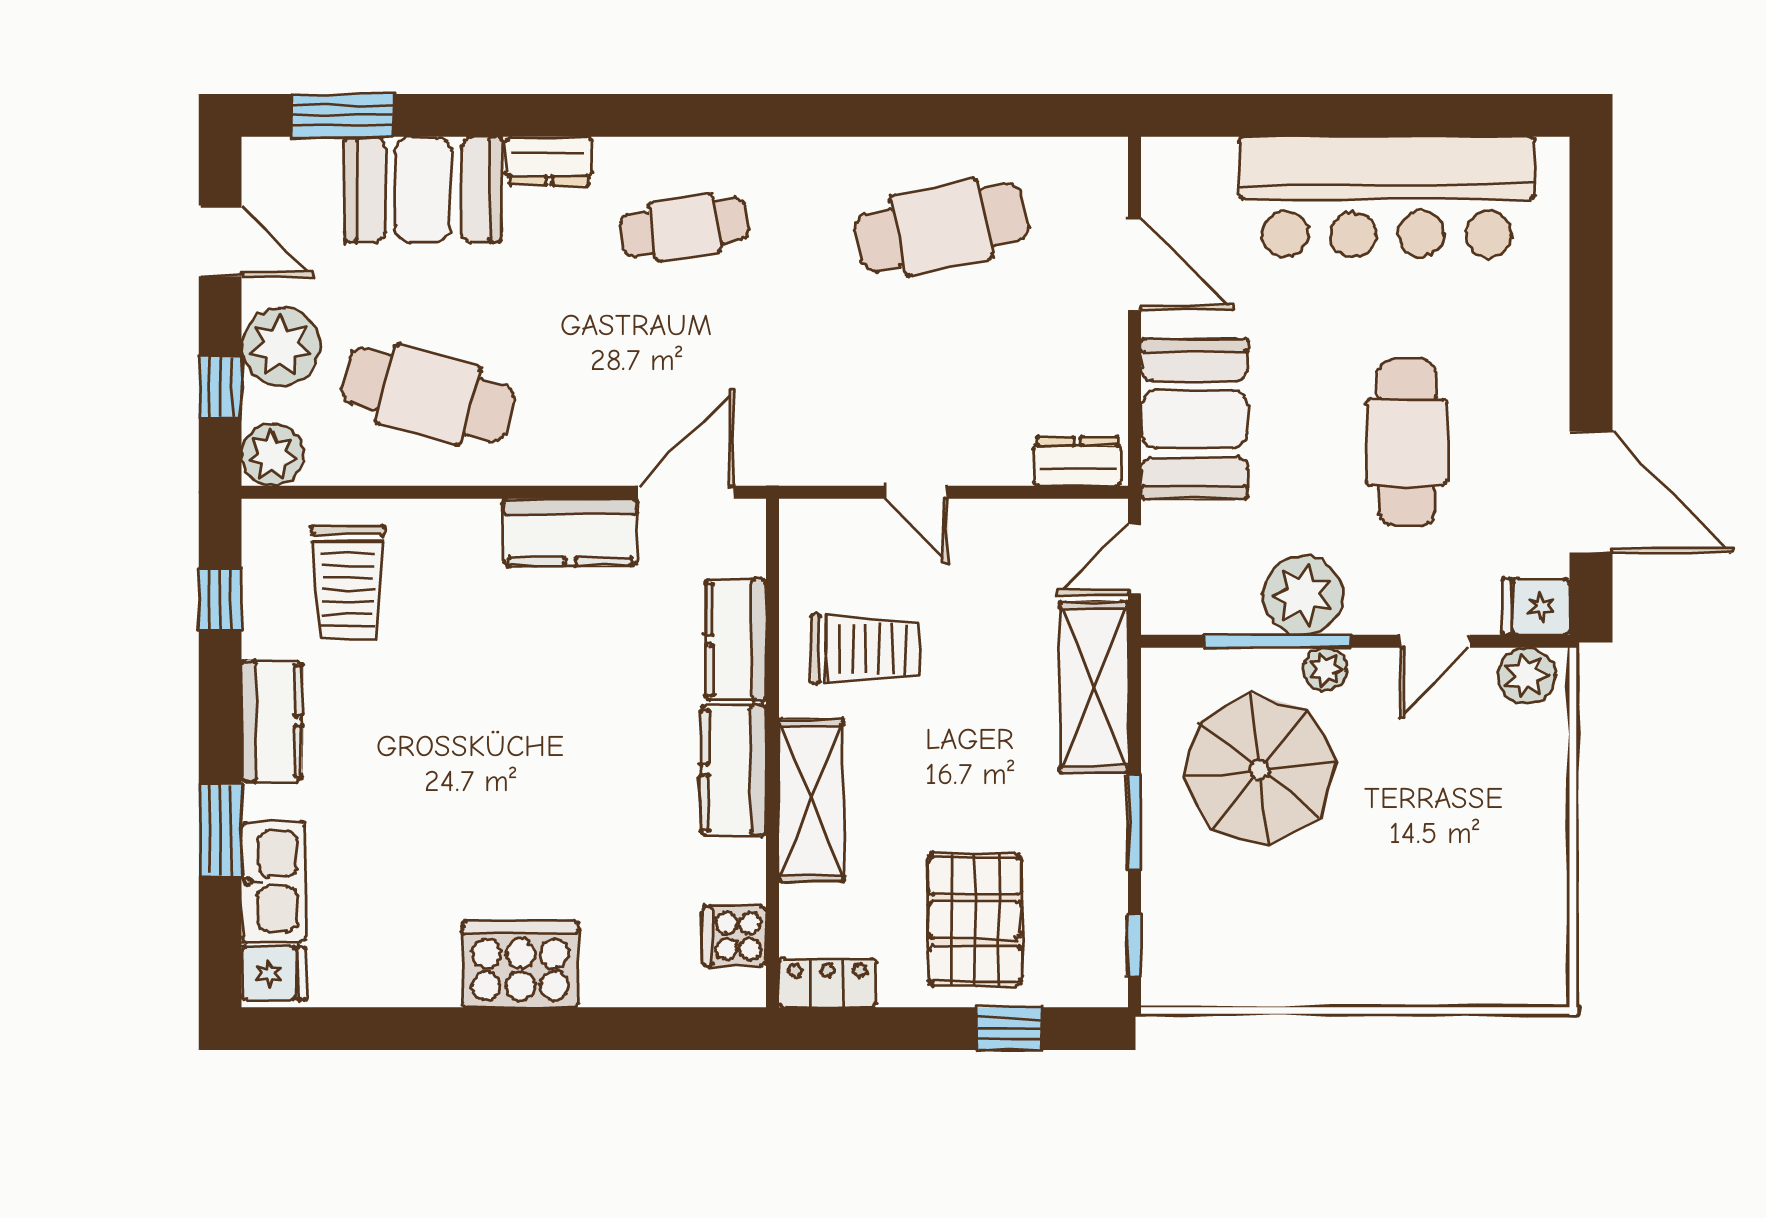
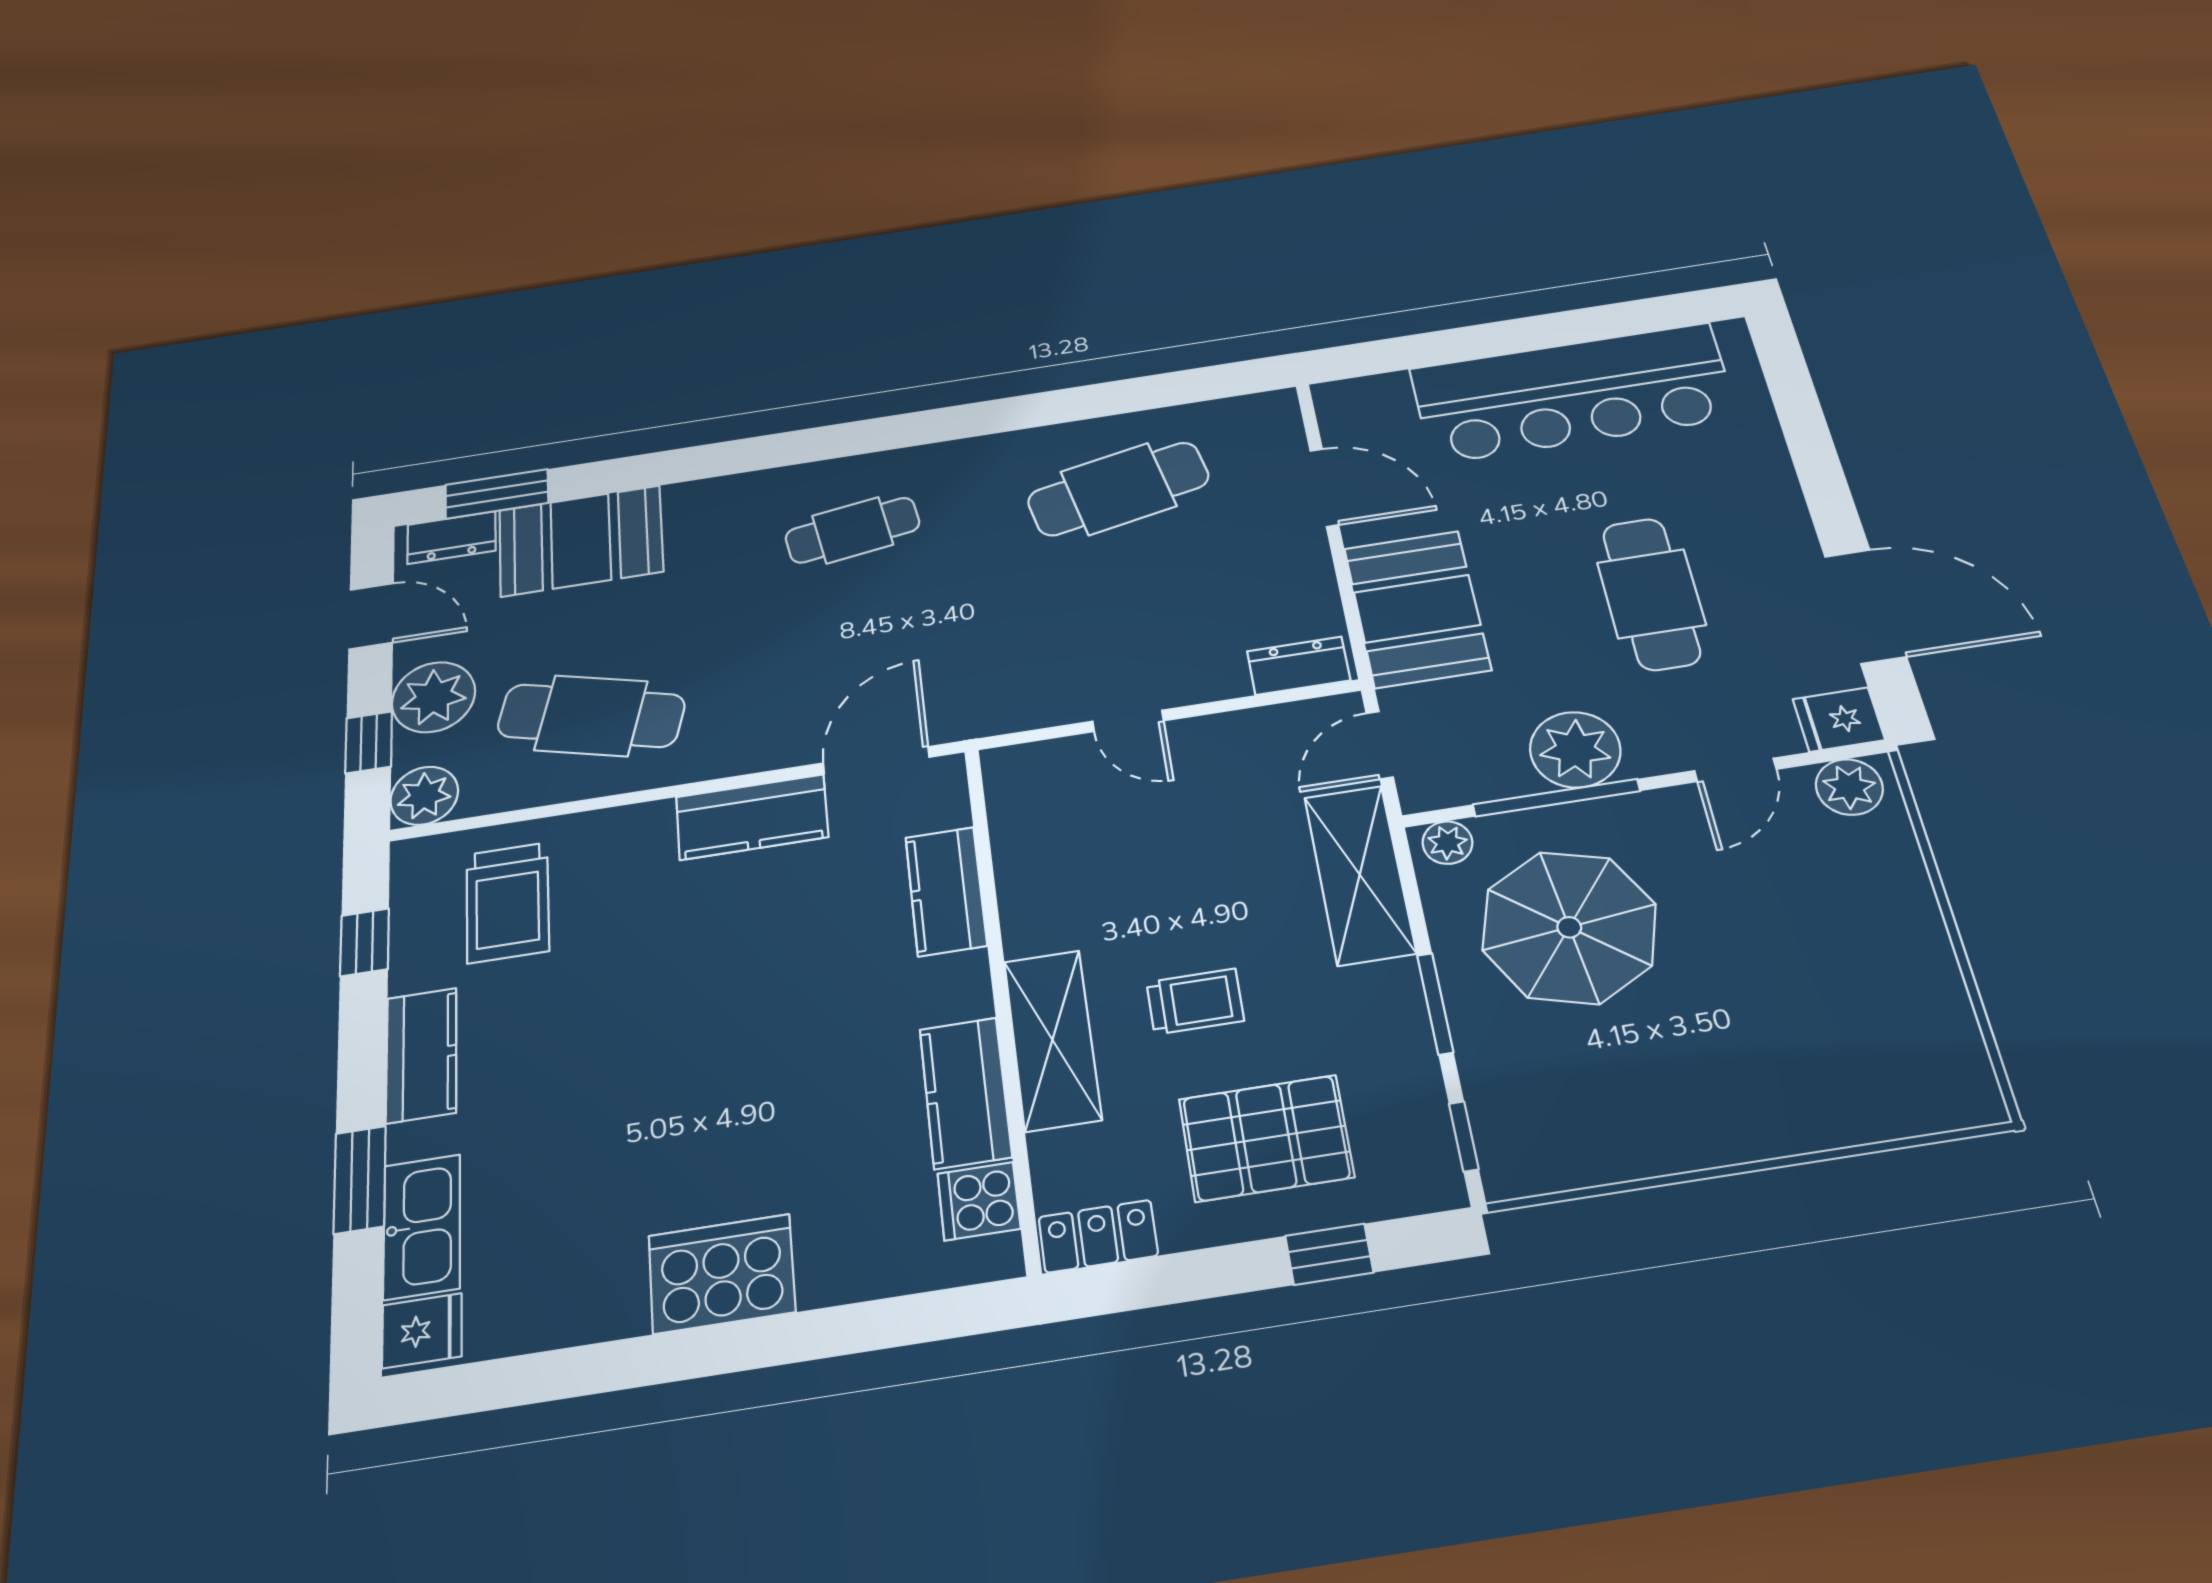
dresser: (549, 161) -> (452, 538), moved
trolley: (865, 649) -> (1195, 1001), moved, width x0.73, depth x0.72
plant: (1325, 669) -> (1447, 843), moved
kitchen counter: (733, 770) -> (965, 1093), moved
pallet: (975, 920) -> (1266, 1138), turned 90

